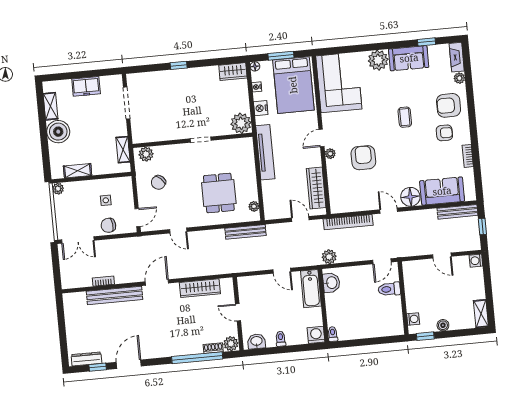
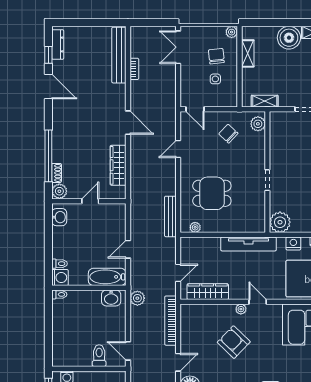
armchair: (363, 158) -> (234, 342), turned -136
chair: (108, 225) -> (216, 56), moved
bench: (115, 295) -> (119, 55), moved
toilet: (281, 339) -> (59, 264), moved

